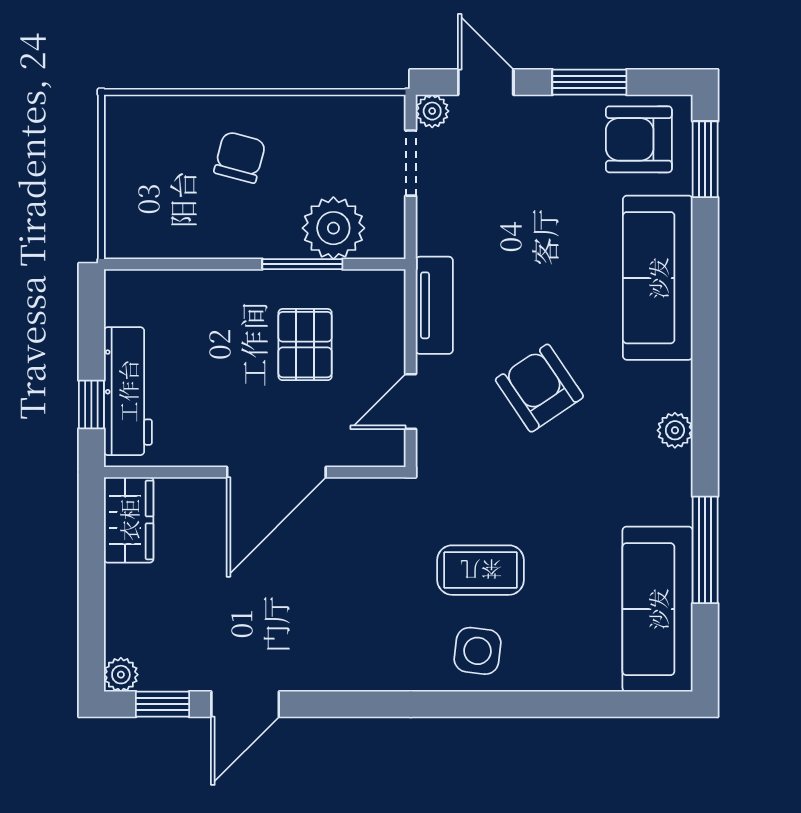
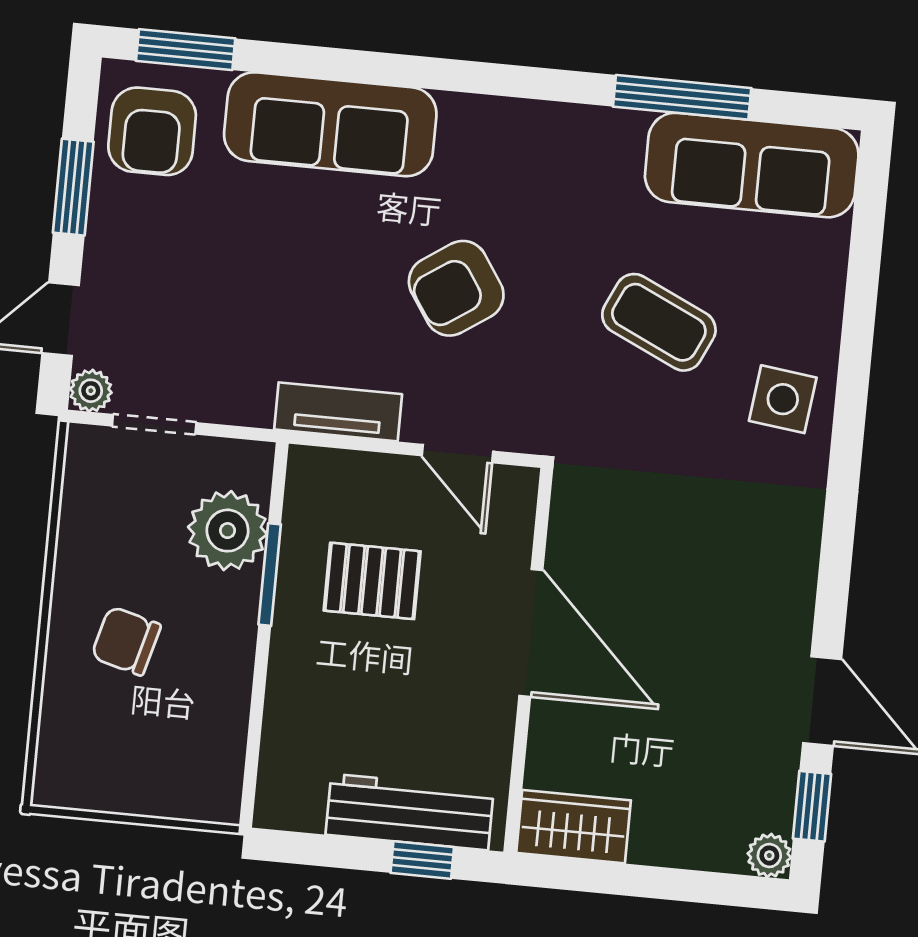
plant: (675, 430) -> (526, 121), removed
coffee table: (481, 570) -> (659, 322), moved, turned -65

